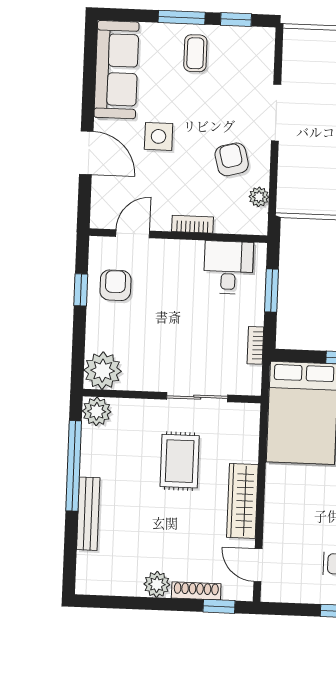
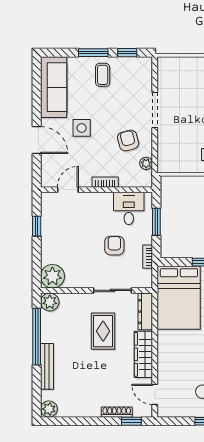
armchair: (115, 285) -> (114, 246), moved
dresser: (248, 433) -> (145, 312), added
plant: (157, 584) -> (49, 409), moved

